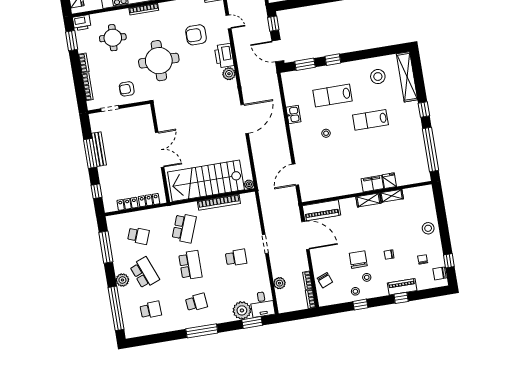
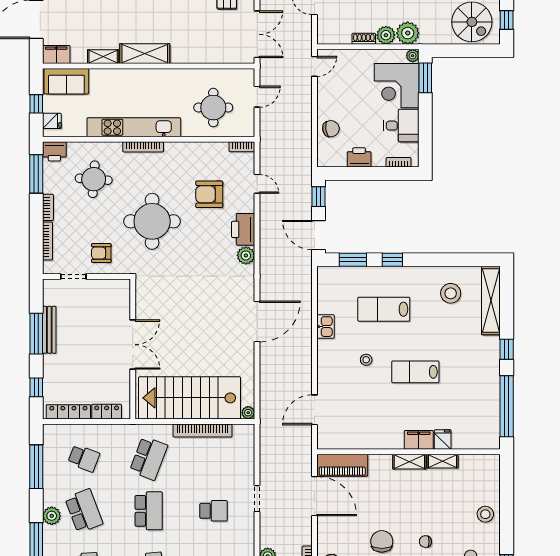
window: (72, 41) -> (36, 174), width x1.44
lab bench: (370, 120) -> (415, 372), moved
locker: (127, 204) -> (68, 412), width x1.53

